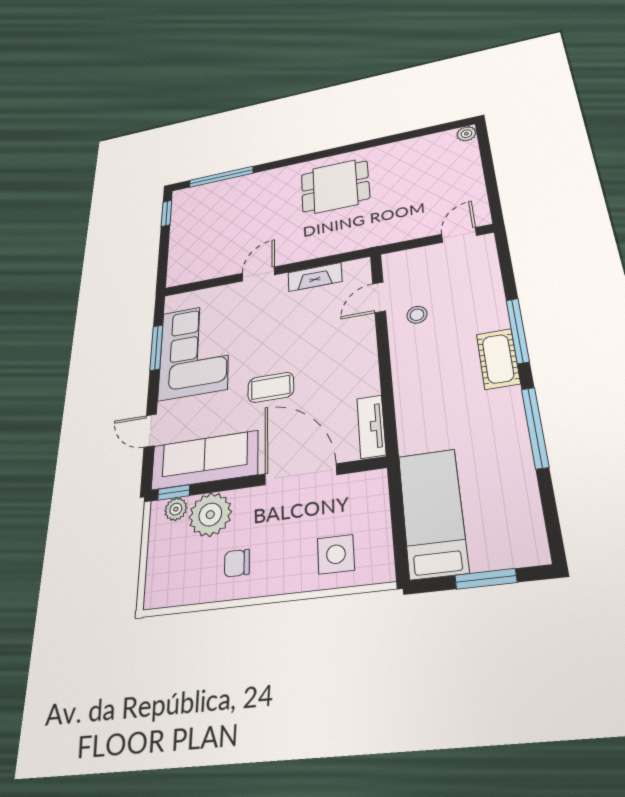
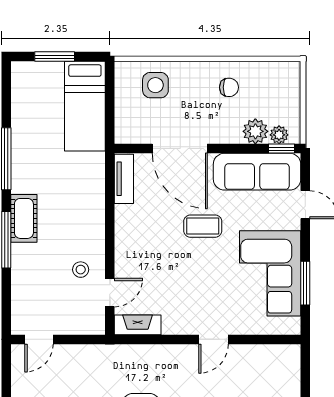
fireplace: (315, 277) -> (138, 325), moved
plant: (210, 515) -> (255, 131), width x0.73, depth x0.73

